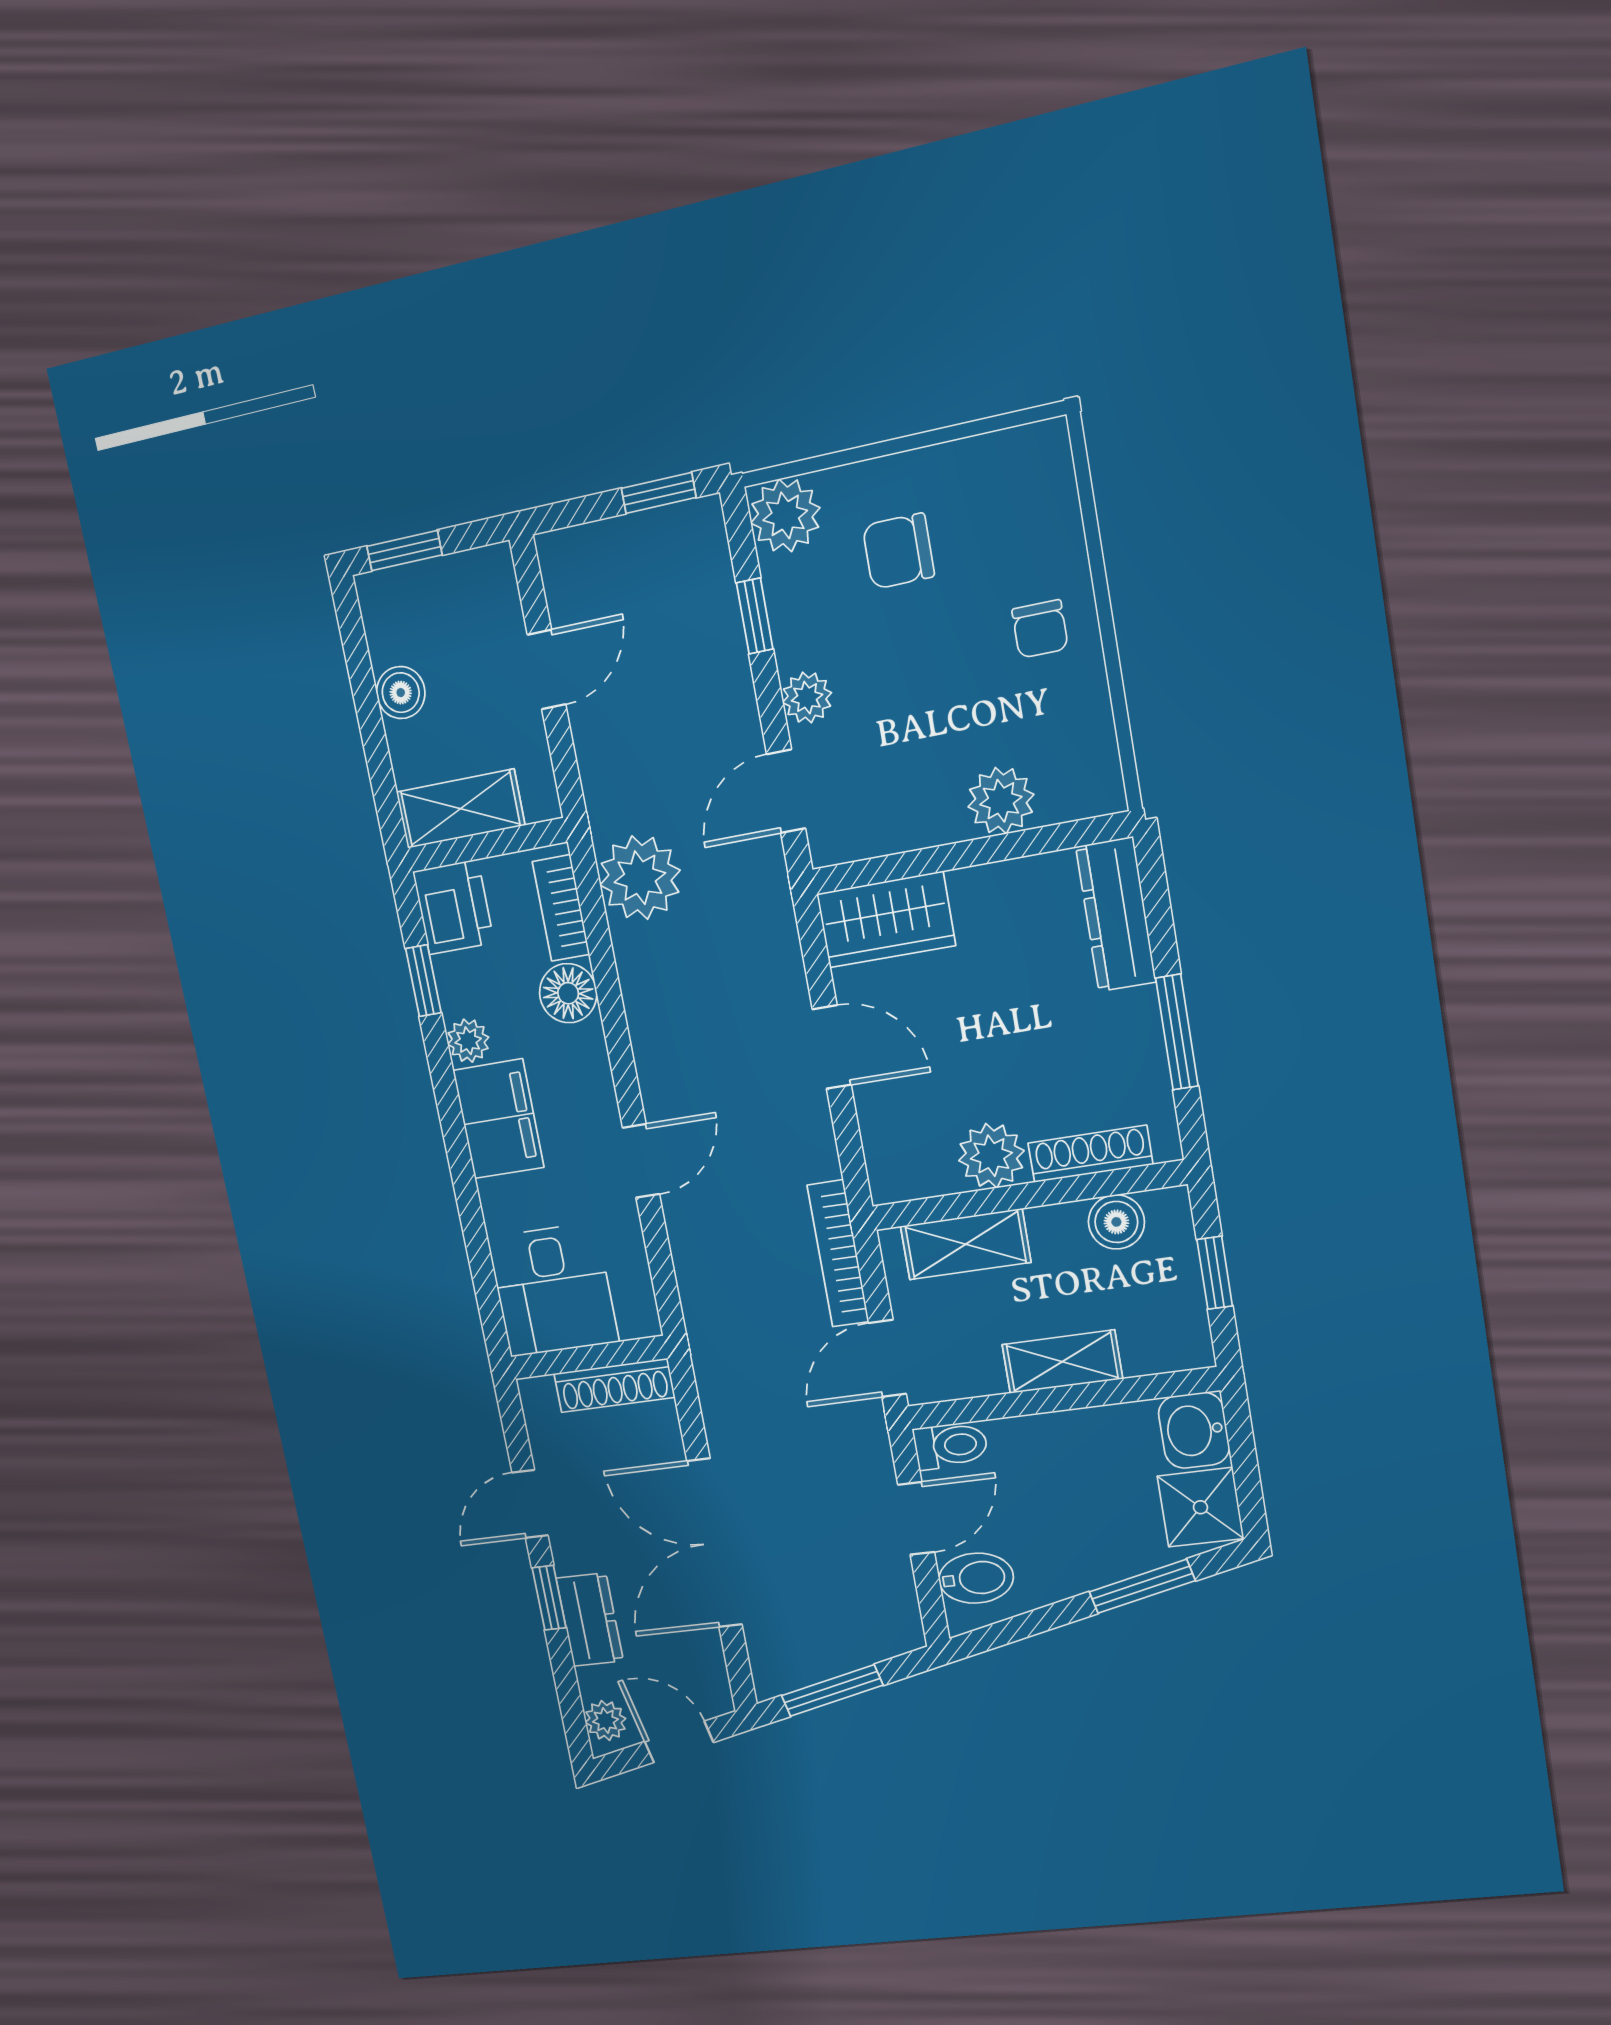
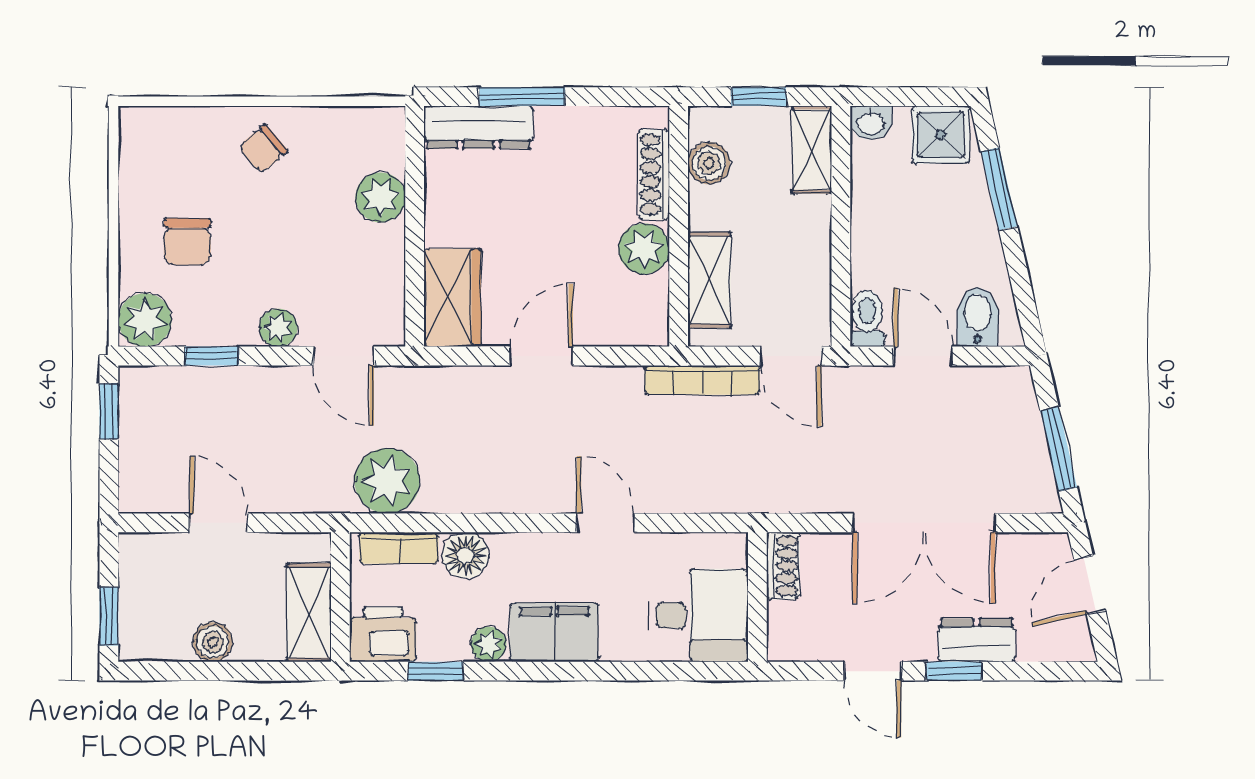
chair: (1040, 629) -> (263, 149), turned 140
window: (1177, 1032) -> (522, 97), moved
shelving: (1062, 1362) -> (812, 150), moved
shoe rack: (614, 1385) -> (783, 566), width x0.70
washbasin: (1194, 1430) -> (871, 123), width x0.72, depth x0.69
plant: (605, 1720) -> (1065, 644), removed

